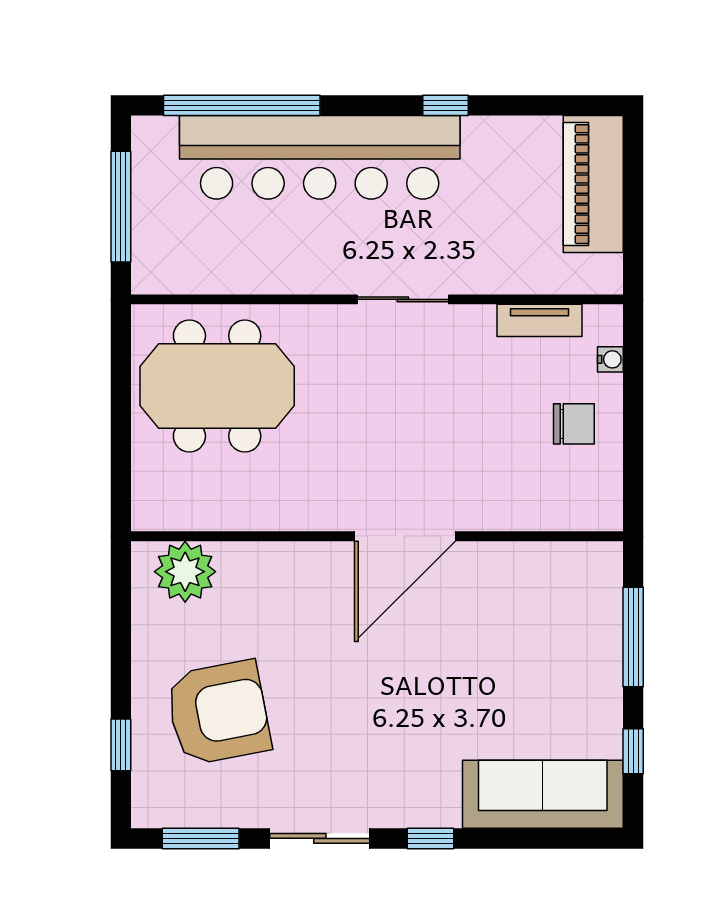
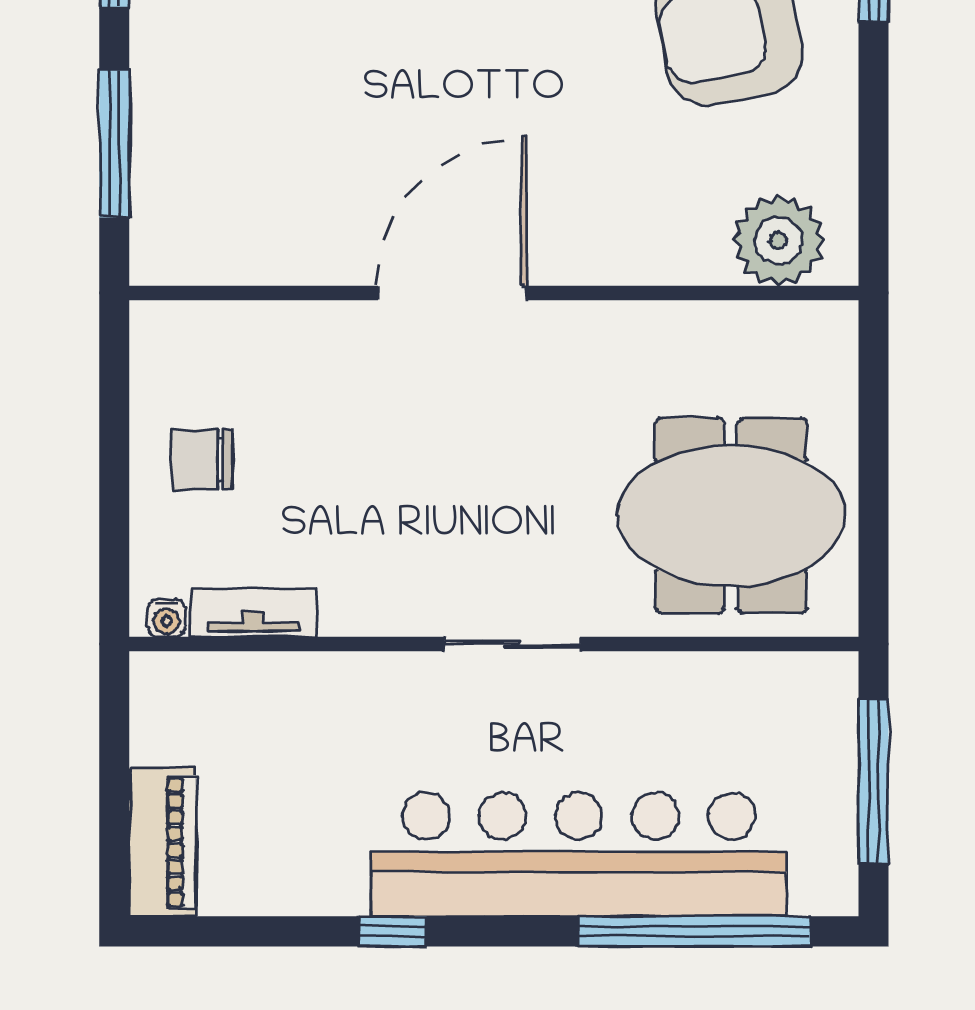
piano: (593, 184) -> (162, 842), width x0.73, depth x0.75
sliding door: (403, 299) -> (512, 644), moved
water cooler: (610, 359) -> (167, 618), moved, turned -90

